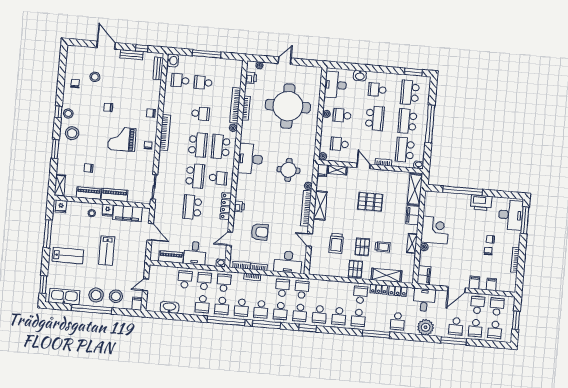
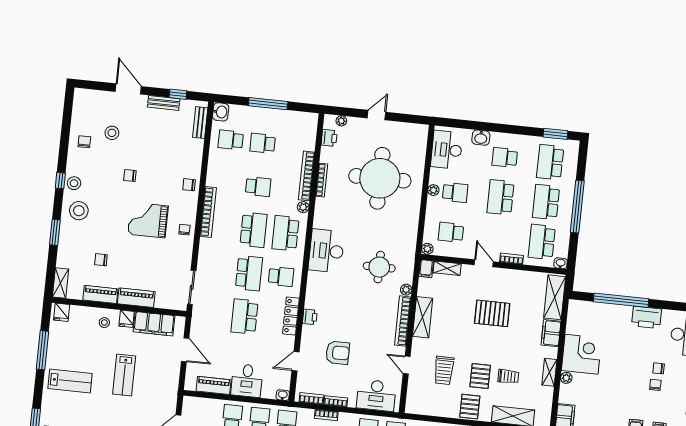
school desk: (342, 115) -> (455, 192), turned 180
school desk: (375, 118) -> (501, 197), turned 180

